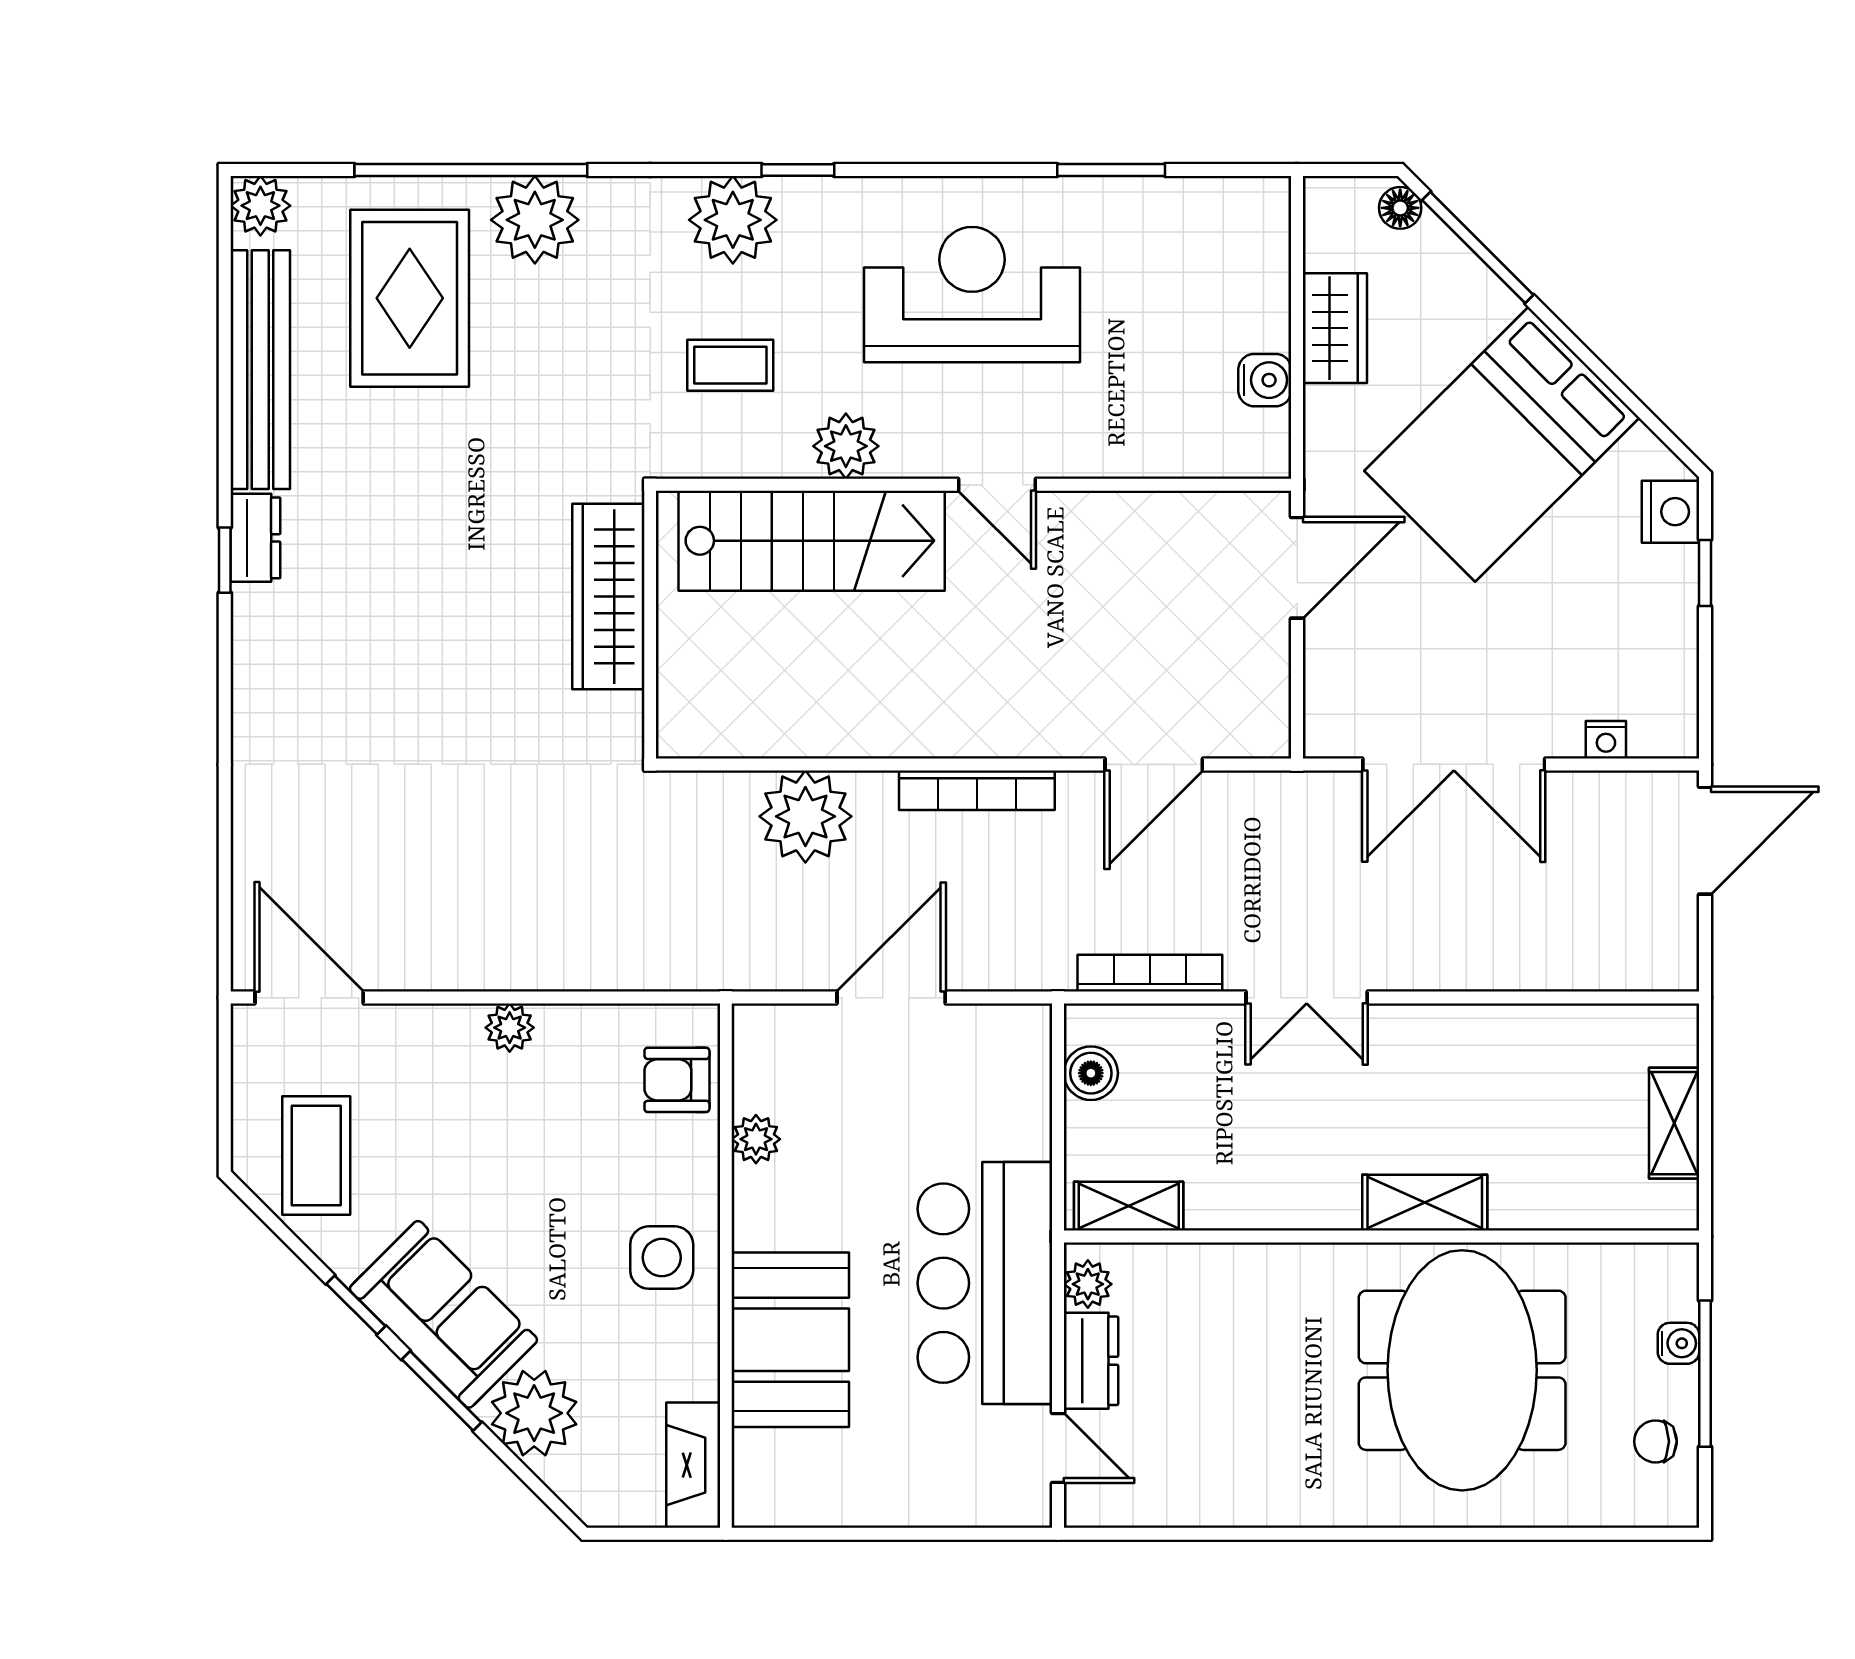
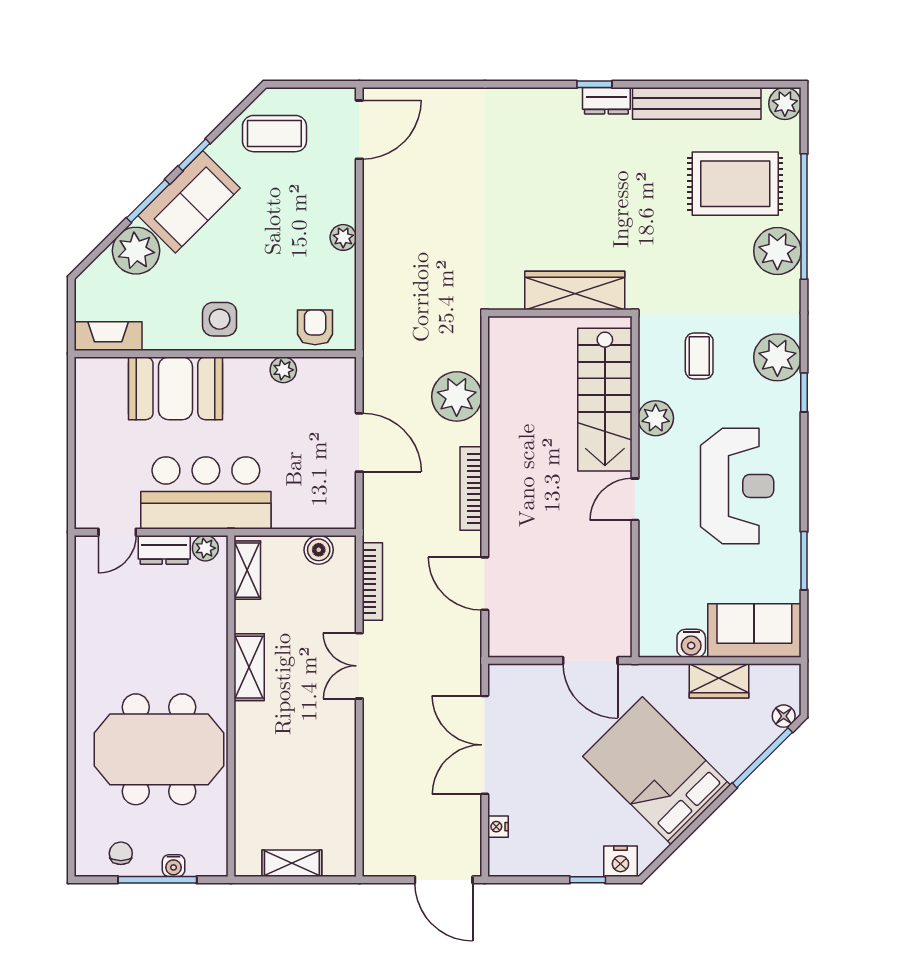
sofa: (1241, 262) -> (754, 631), added
shelving: (1425, 1203) -> (249, 667), moved

